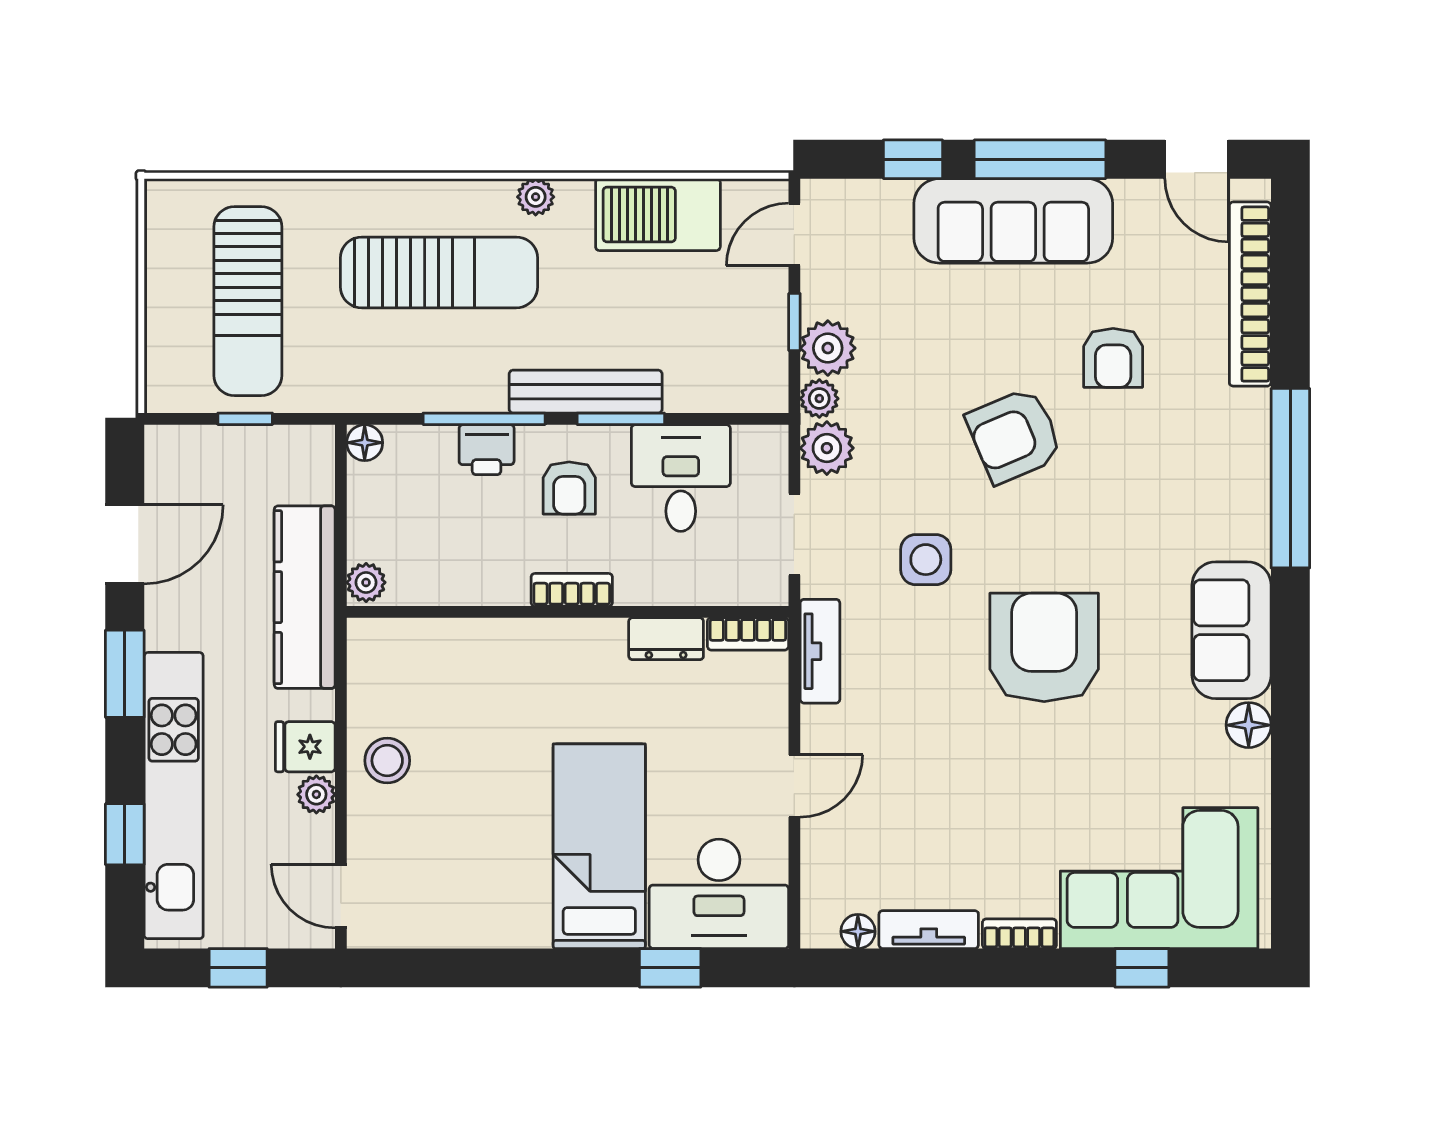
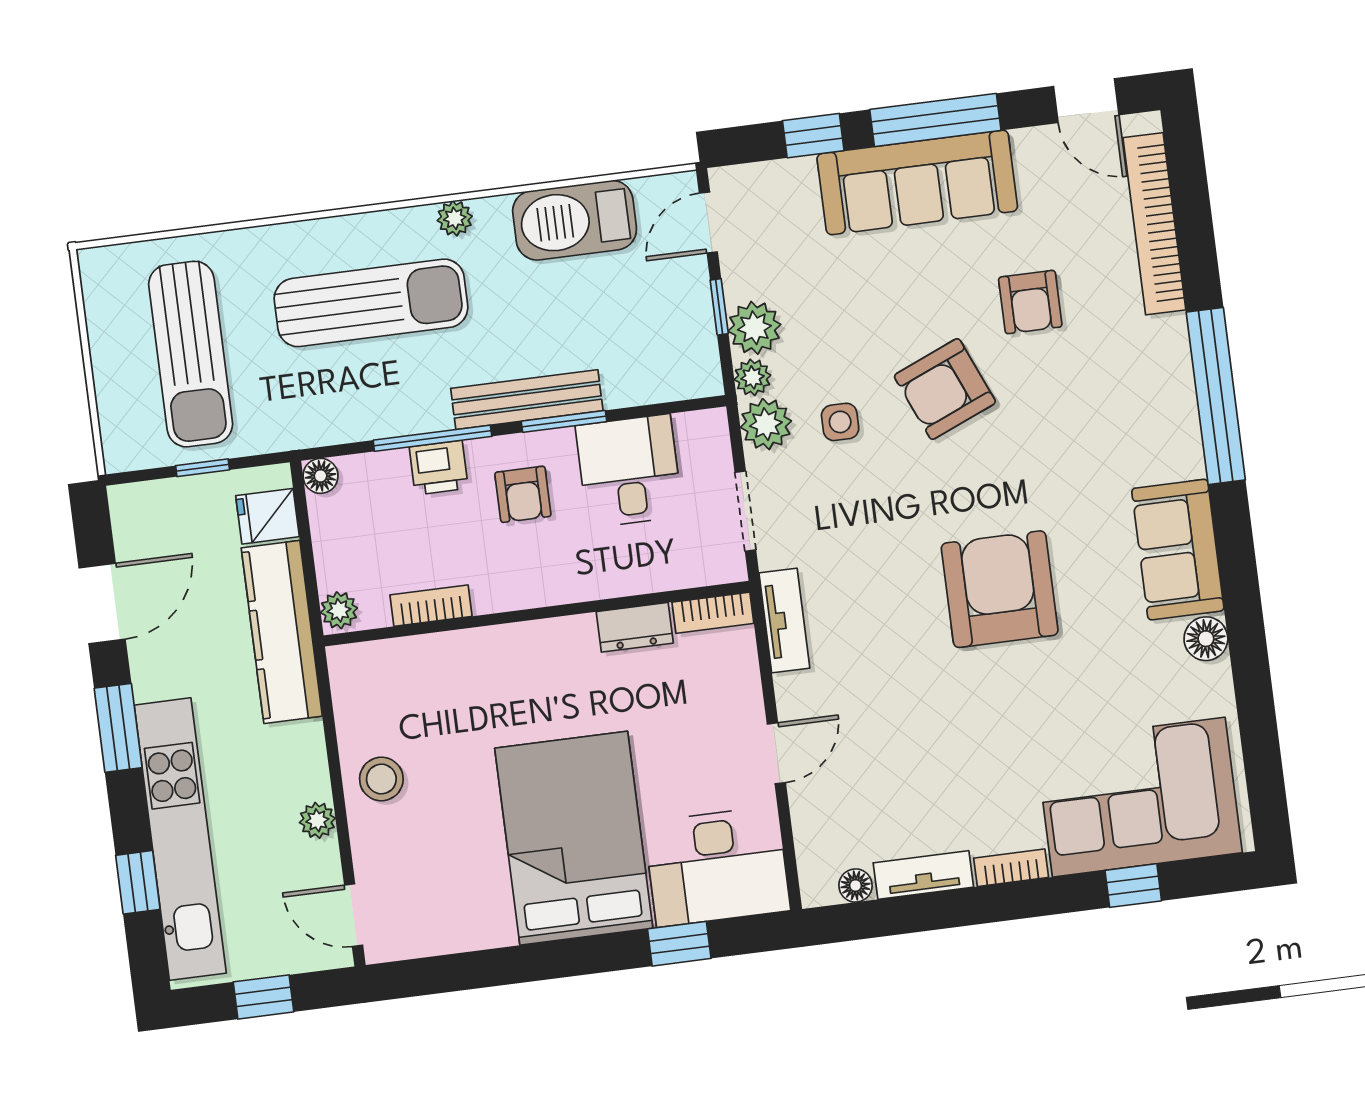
side table: (926, 560) -> (840, 422), moved, width x0.73, depth x0.73
bookcase: (572, 590) -> (431, 606), moved
fridge: (305, 747) -> (267, 516), moved
bed: (599, 846) -> (574, 838), width x1.50

